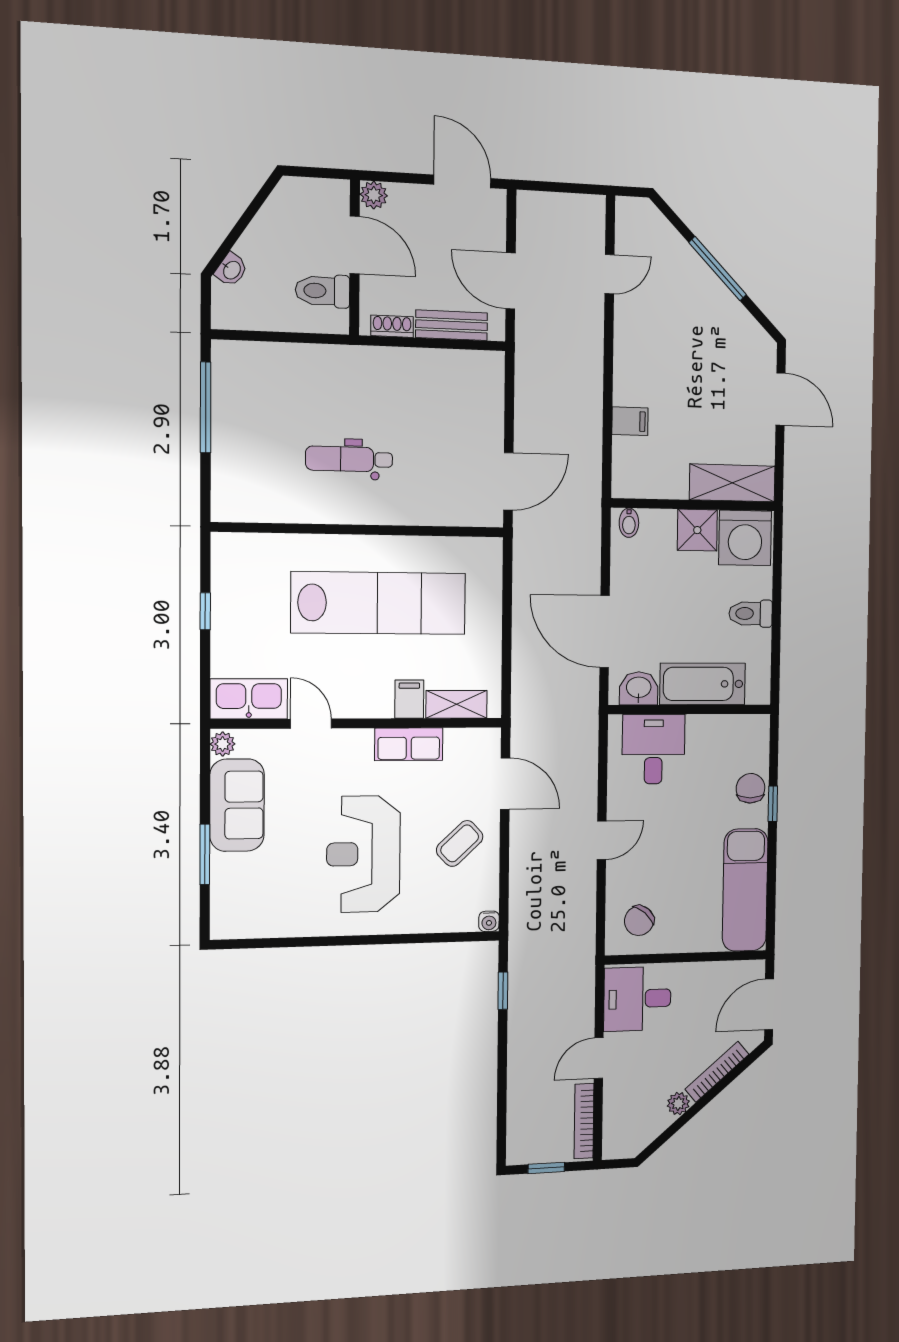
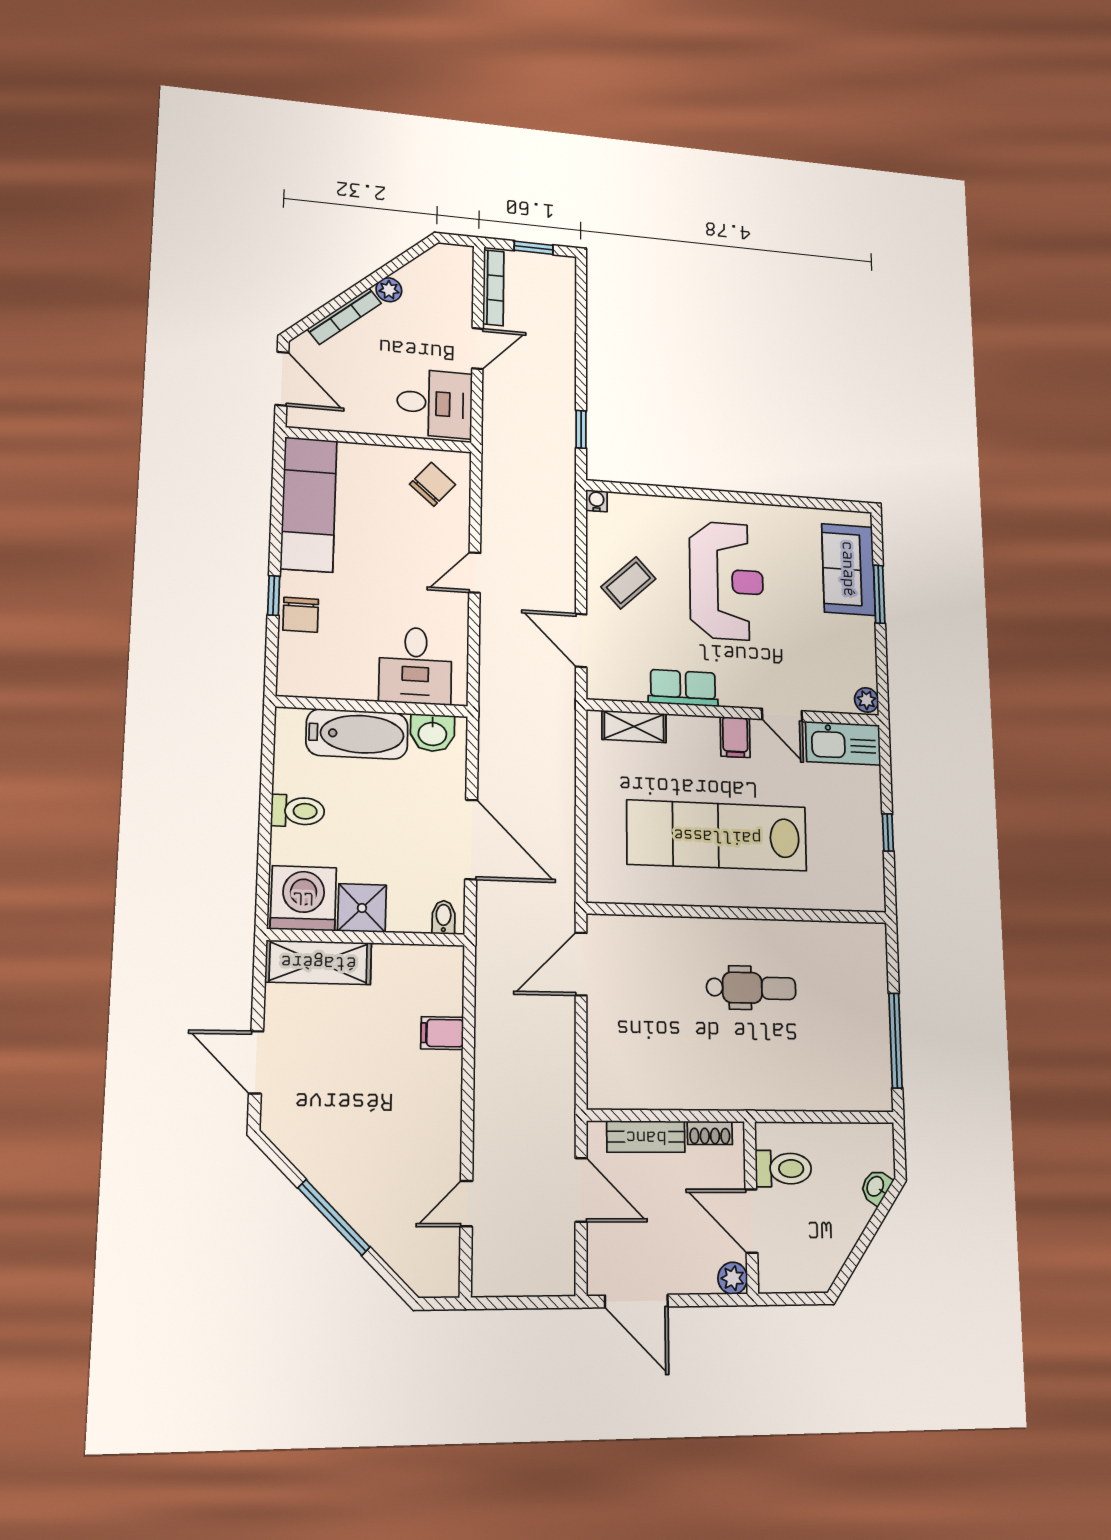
door: (605, 631) -> (471, 840), moved
filing cabinet: (409, 699) -> (735, 737), moved
sofa: (237, 805) -> (848, 569), moved
door: (769, 1004) -> (282, 379), hinge flipped

